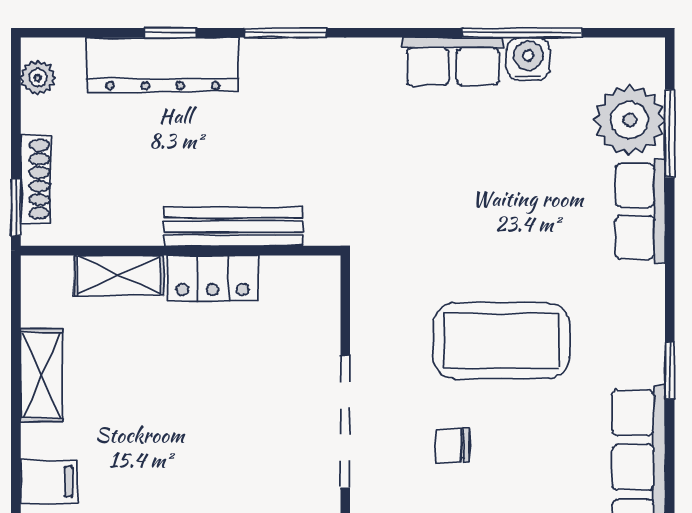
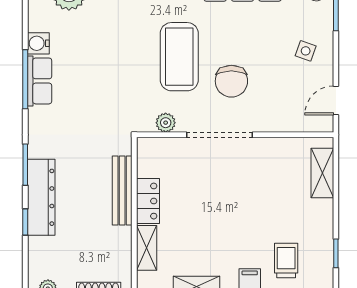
window: (522, 33) -> (25, 79), moved
dresser: (163, 65) -> (41, 197), moved
plant: (369, 314) -> (166, 123), added
chair: (452, 445) -> (231, 81), width x1.87, depth x1.87

